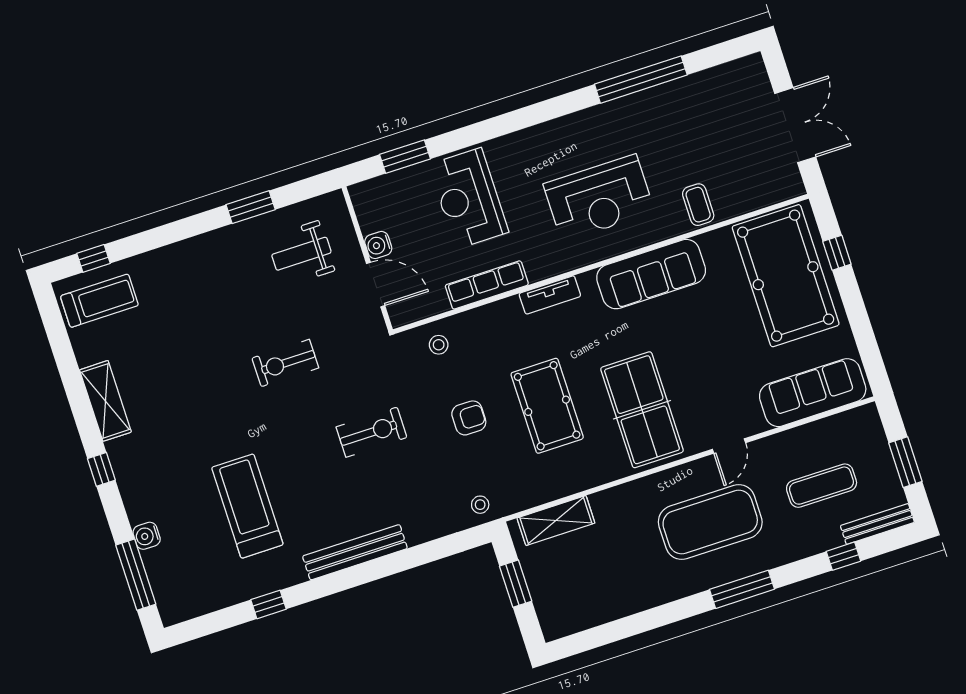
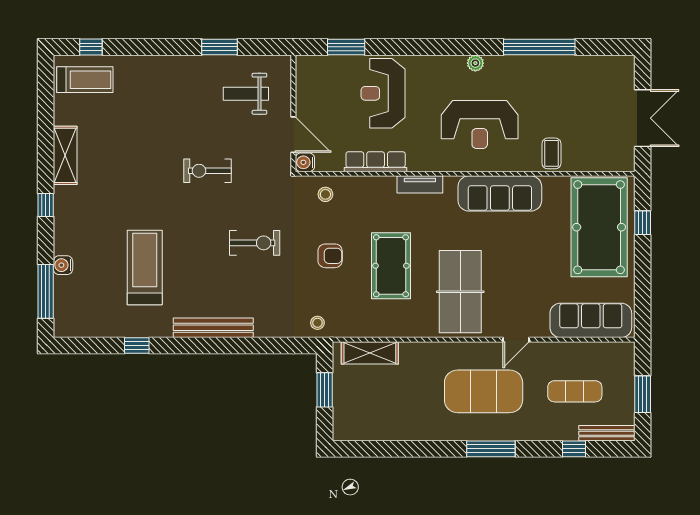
plant: (569, 125) -> (475, 63), added
water cooler: (378, 245) -> (305, 162), moved

